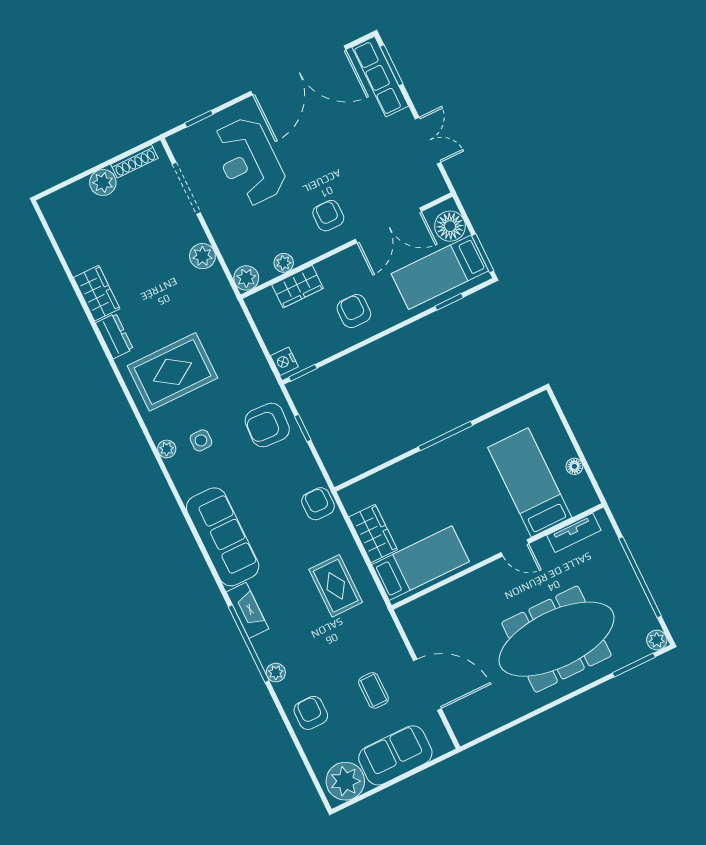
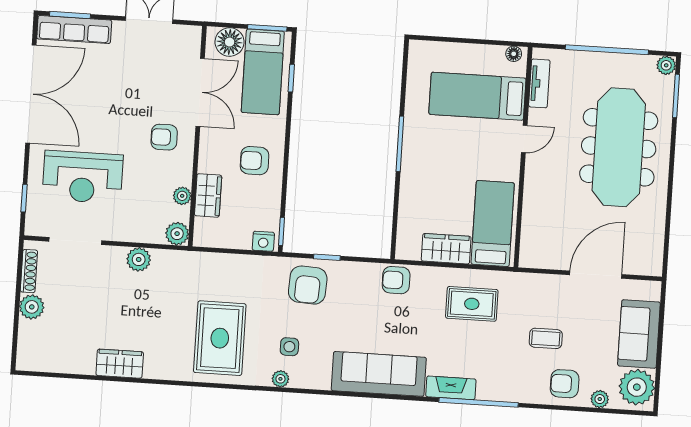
dresser: (114, 336) -> (163, 369), removed
floor lamp: (574, 466) -> (514, 54), moved
plant: (276, 673) -> (600, 399), moved
coffee table: (374, 690) -> (546, 338), moved

